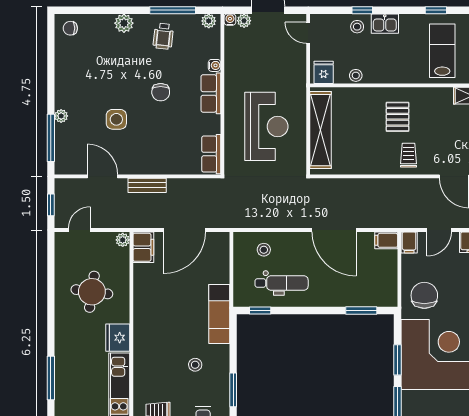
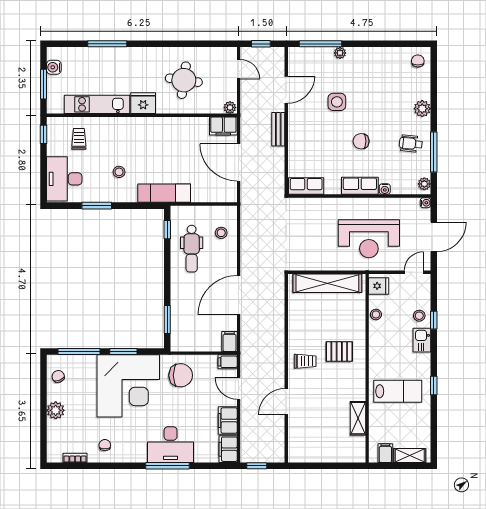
plant: (244, 21) -> (425, 215), removed
reception desk: (266, 126) -> (369, 239), moved

